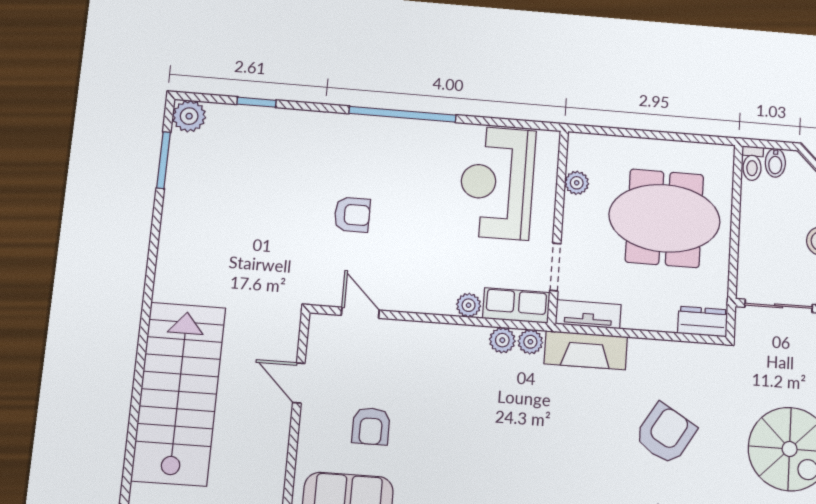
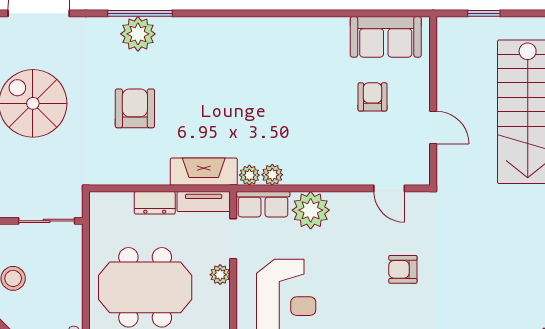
plant: (577, 183) -> (220, 275), moved
plant: (469, 305) -> (311, 210), width x1.88, depth x1.88
dresser: (703, 322) -> (155, 203), moved
armchair: (665, 434) -> (135, 108), turned 149

